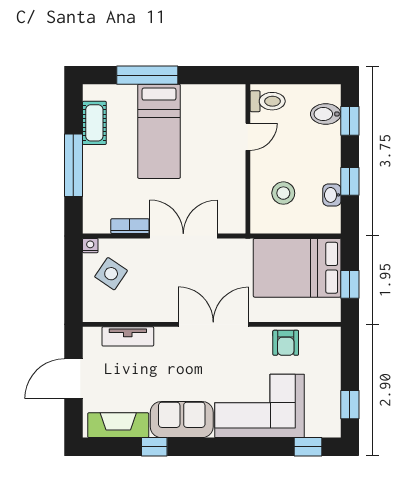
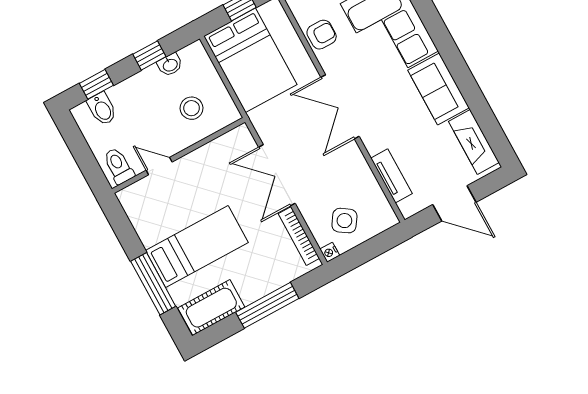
cot: (94, 123) -> (211, 308), width x1.37, depth x1.34
bookcase: (130, 226) -> (299, 236), width x1.56
window: (154, 447) -> (475, 100), removed

